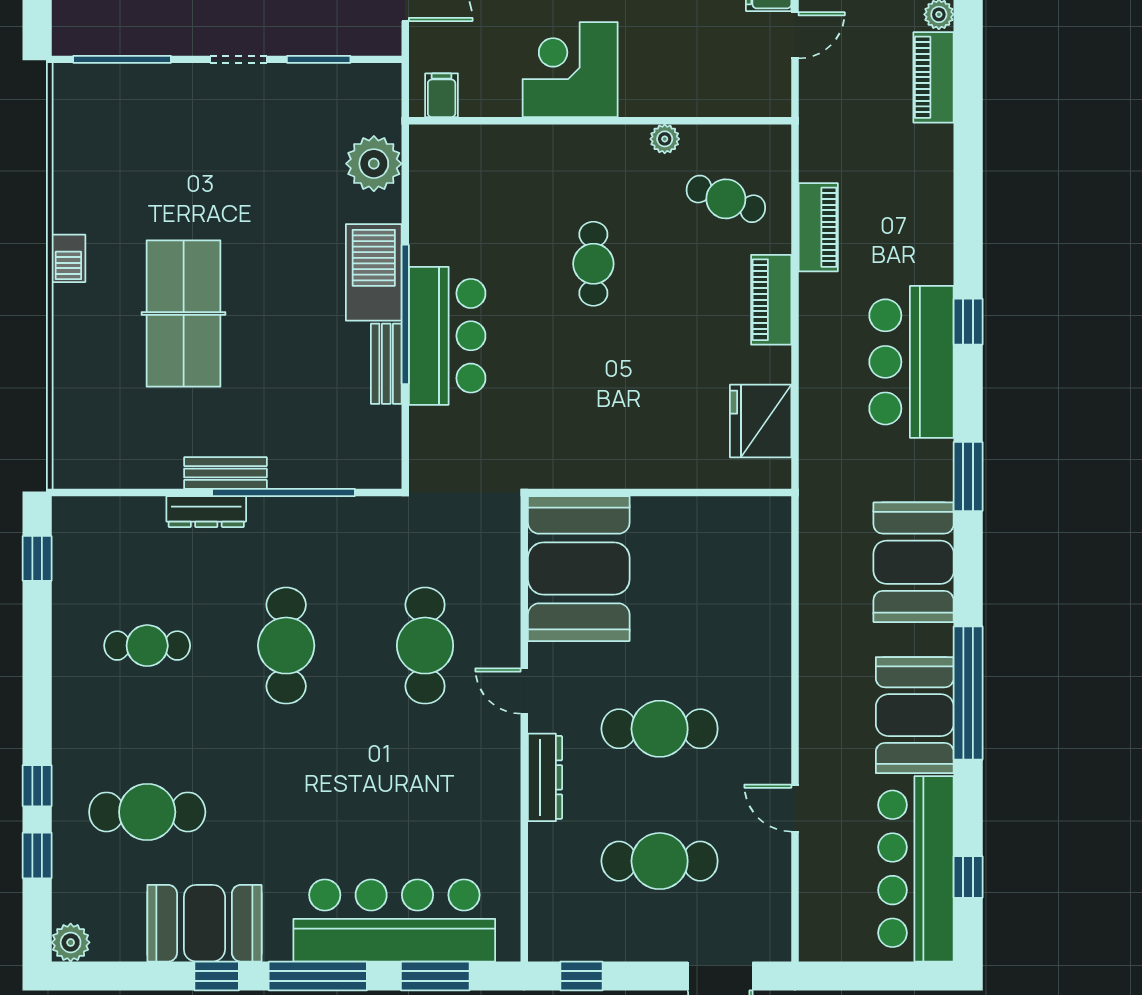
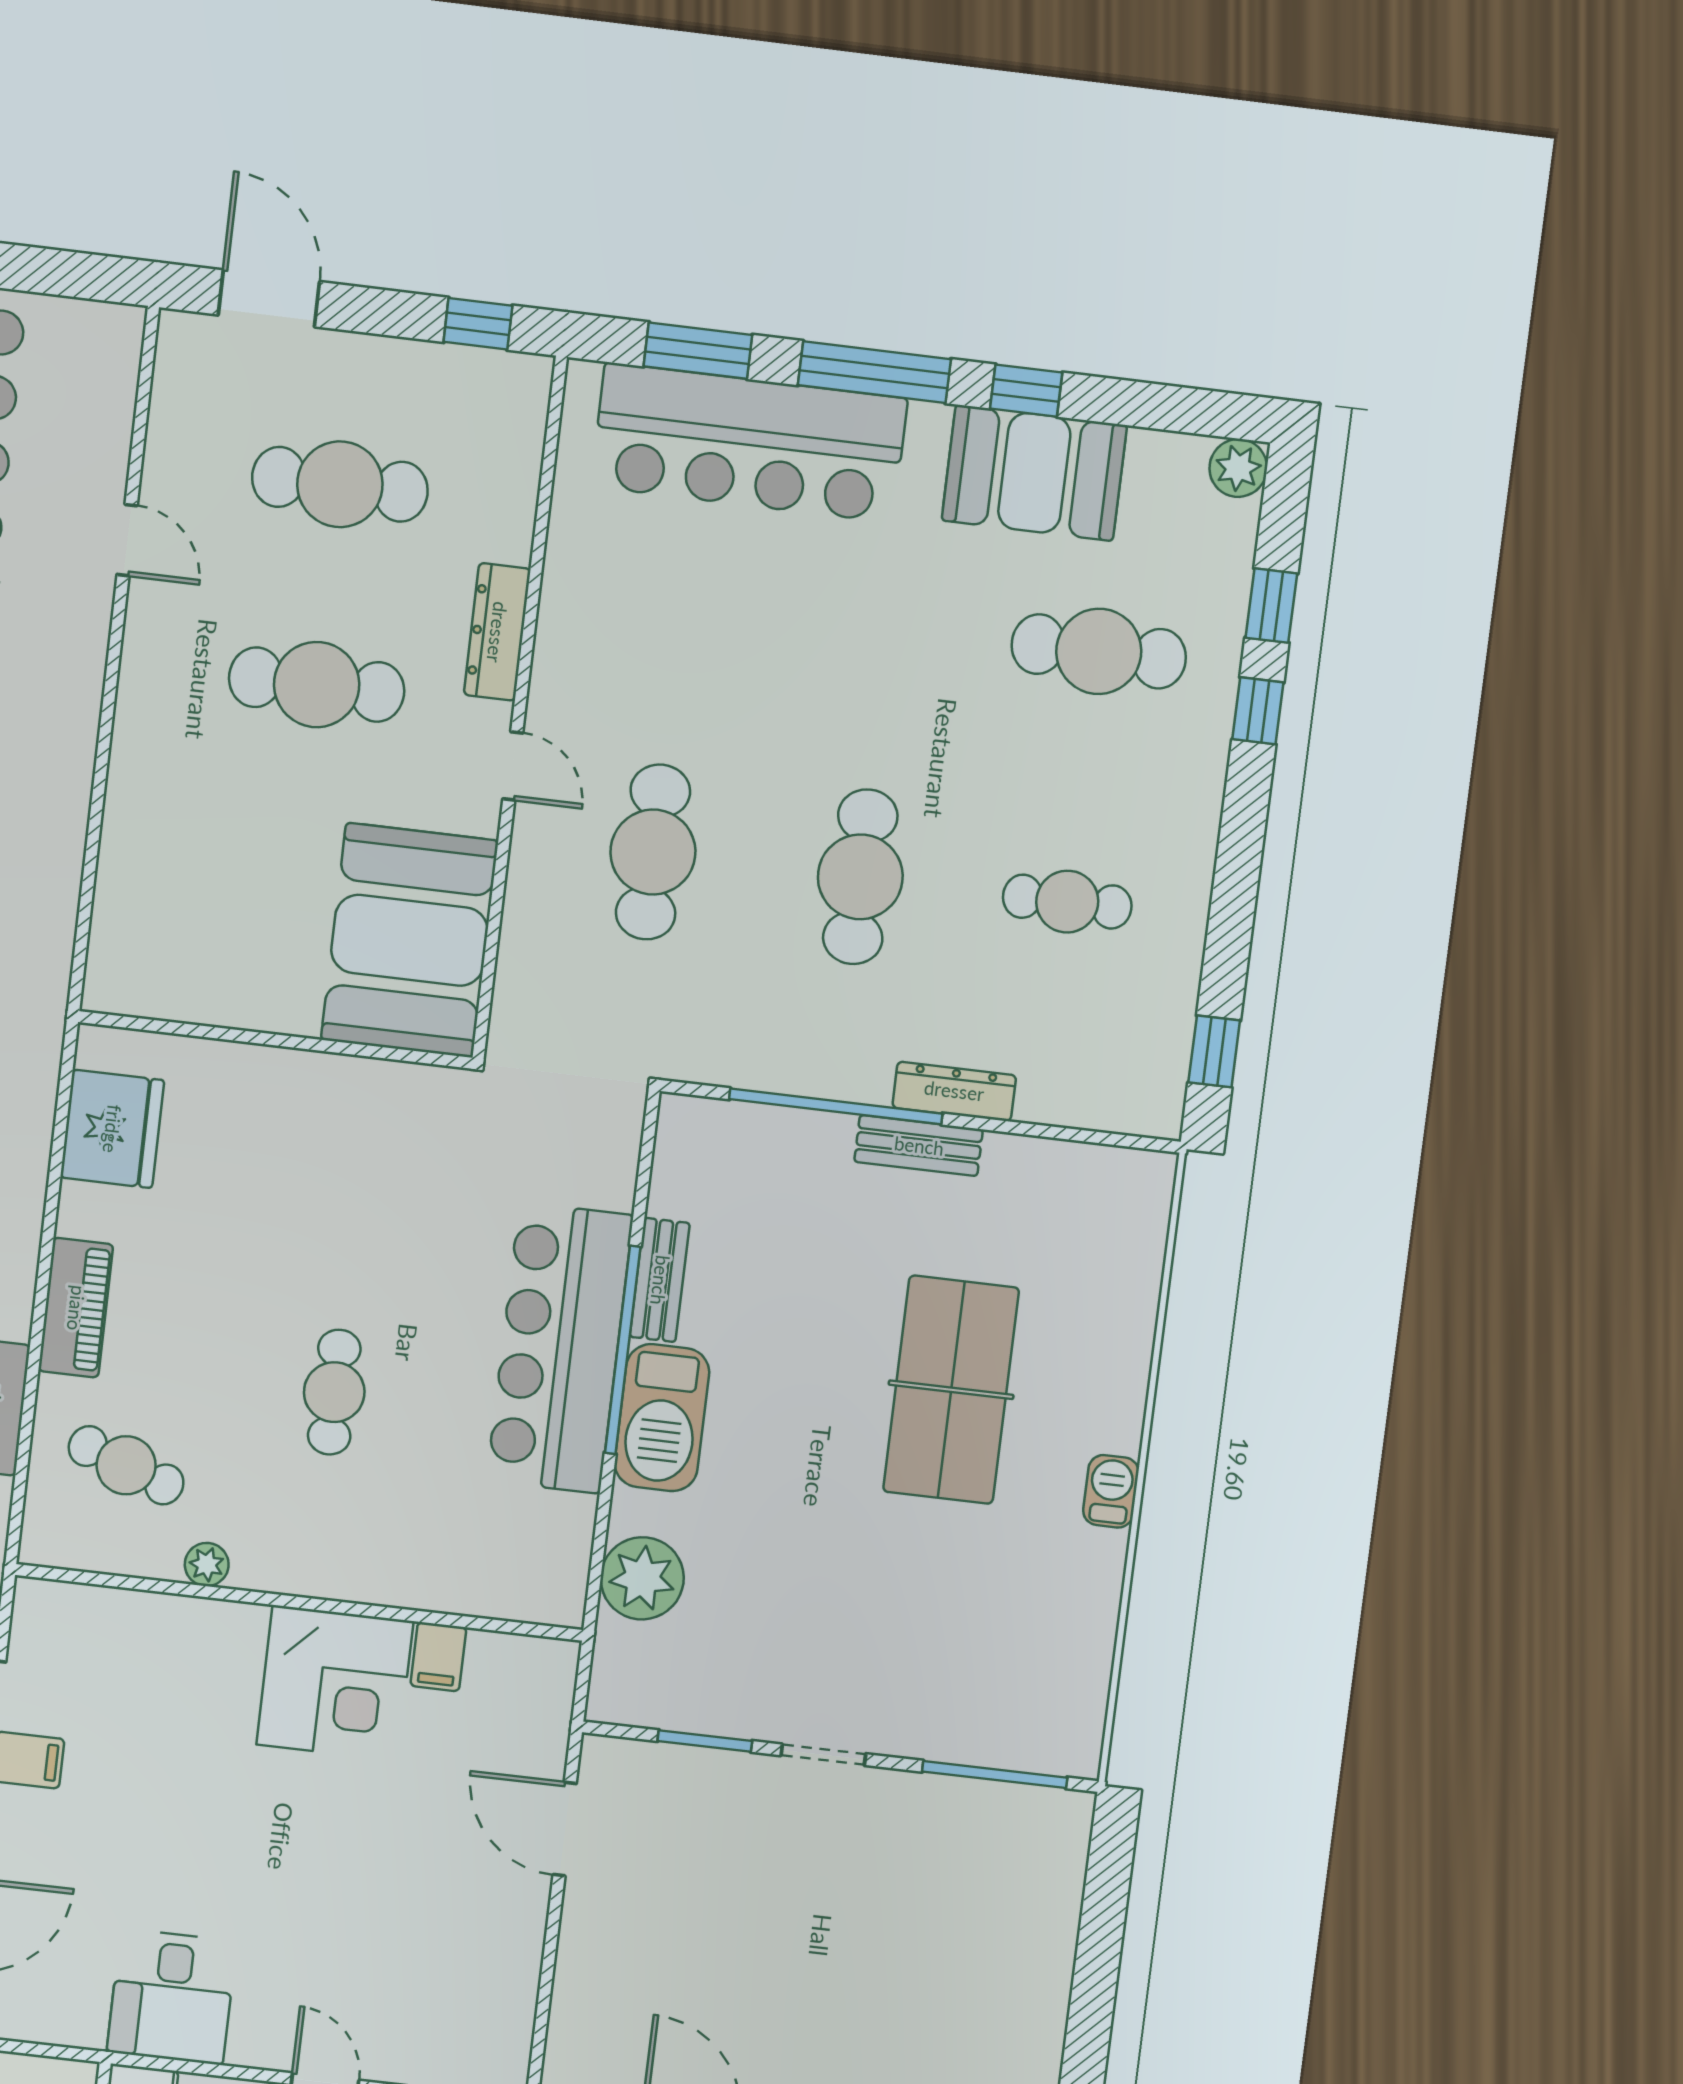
filing cabinet: (442, 95) -> (438, 1657), moved
bar counter: (447, 336) -> (560, 1348), width x1.36

